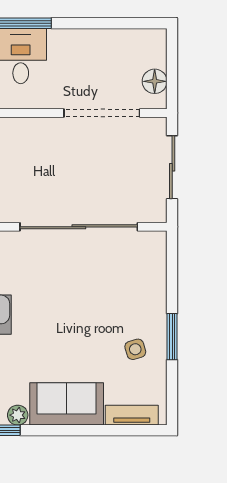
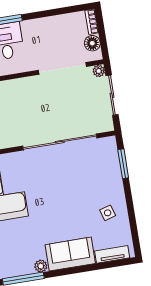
bookcase: (159, 48) -> (92, 22), added
plant: (158, 126) -> (99, 71), added
window: (172, 337) -> (123, 164), moved

